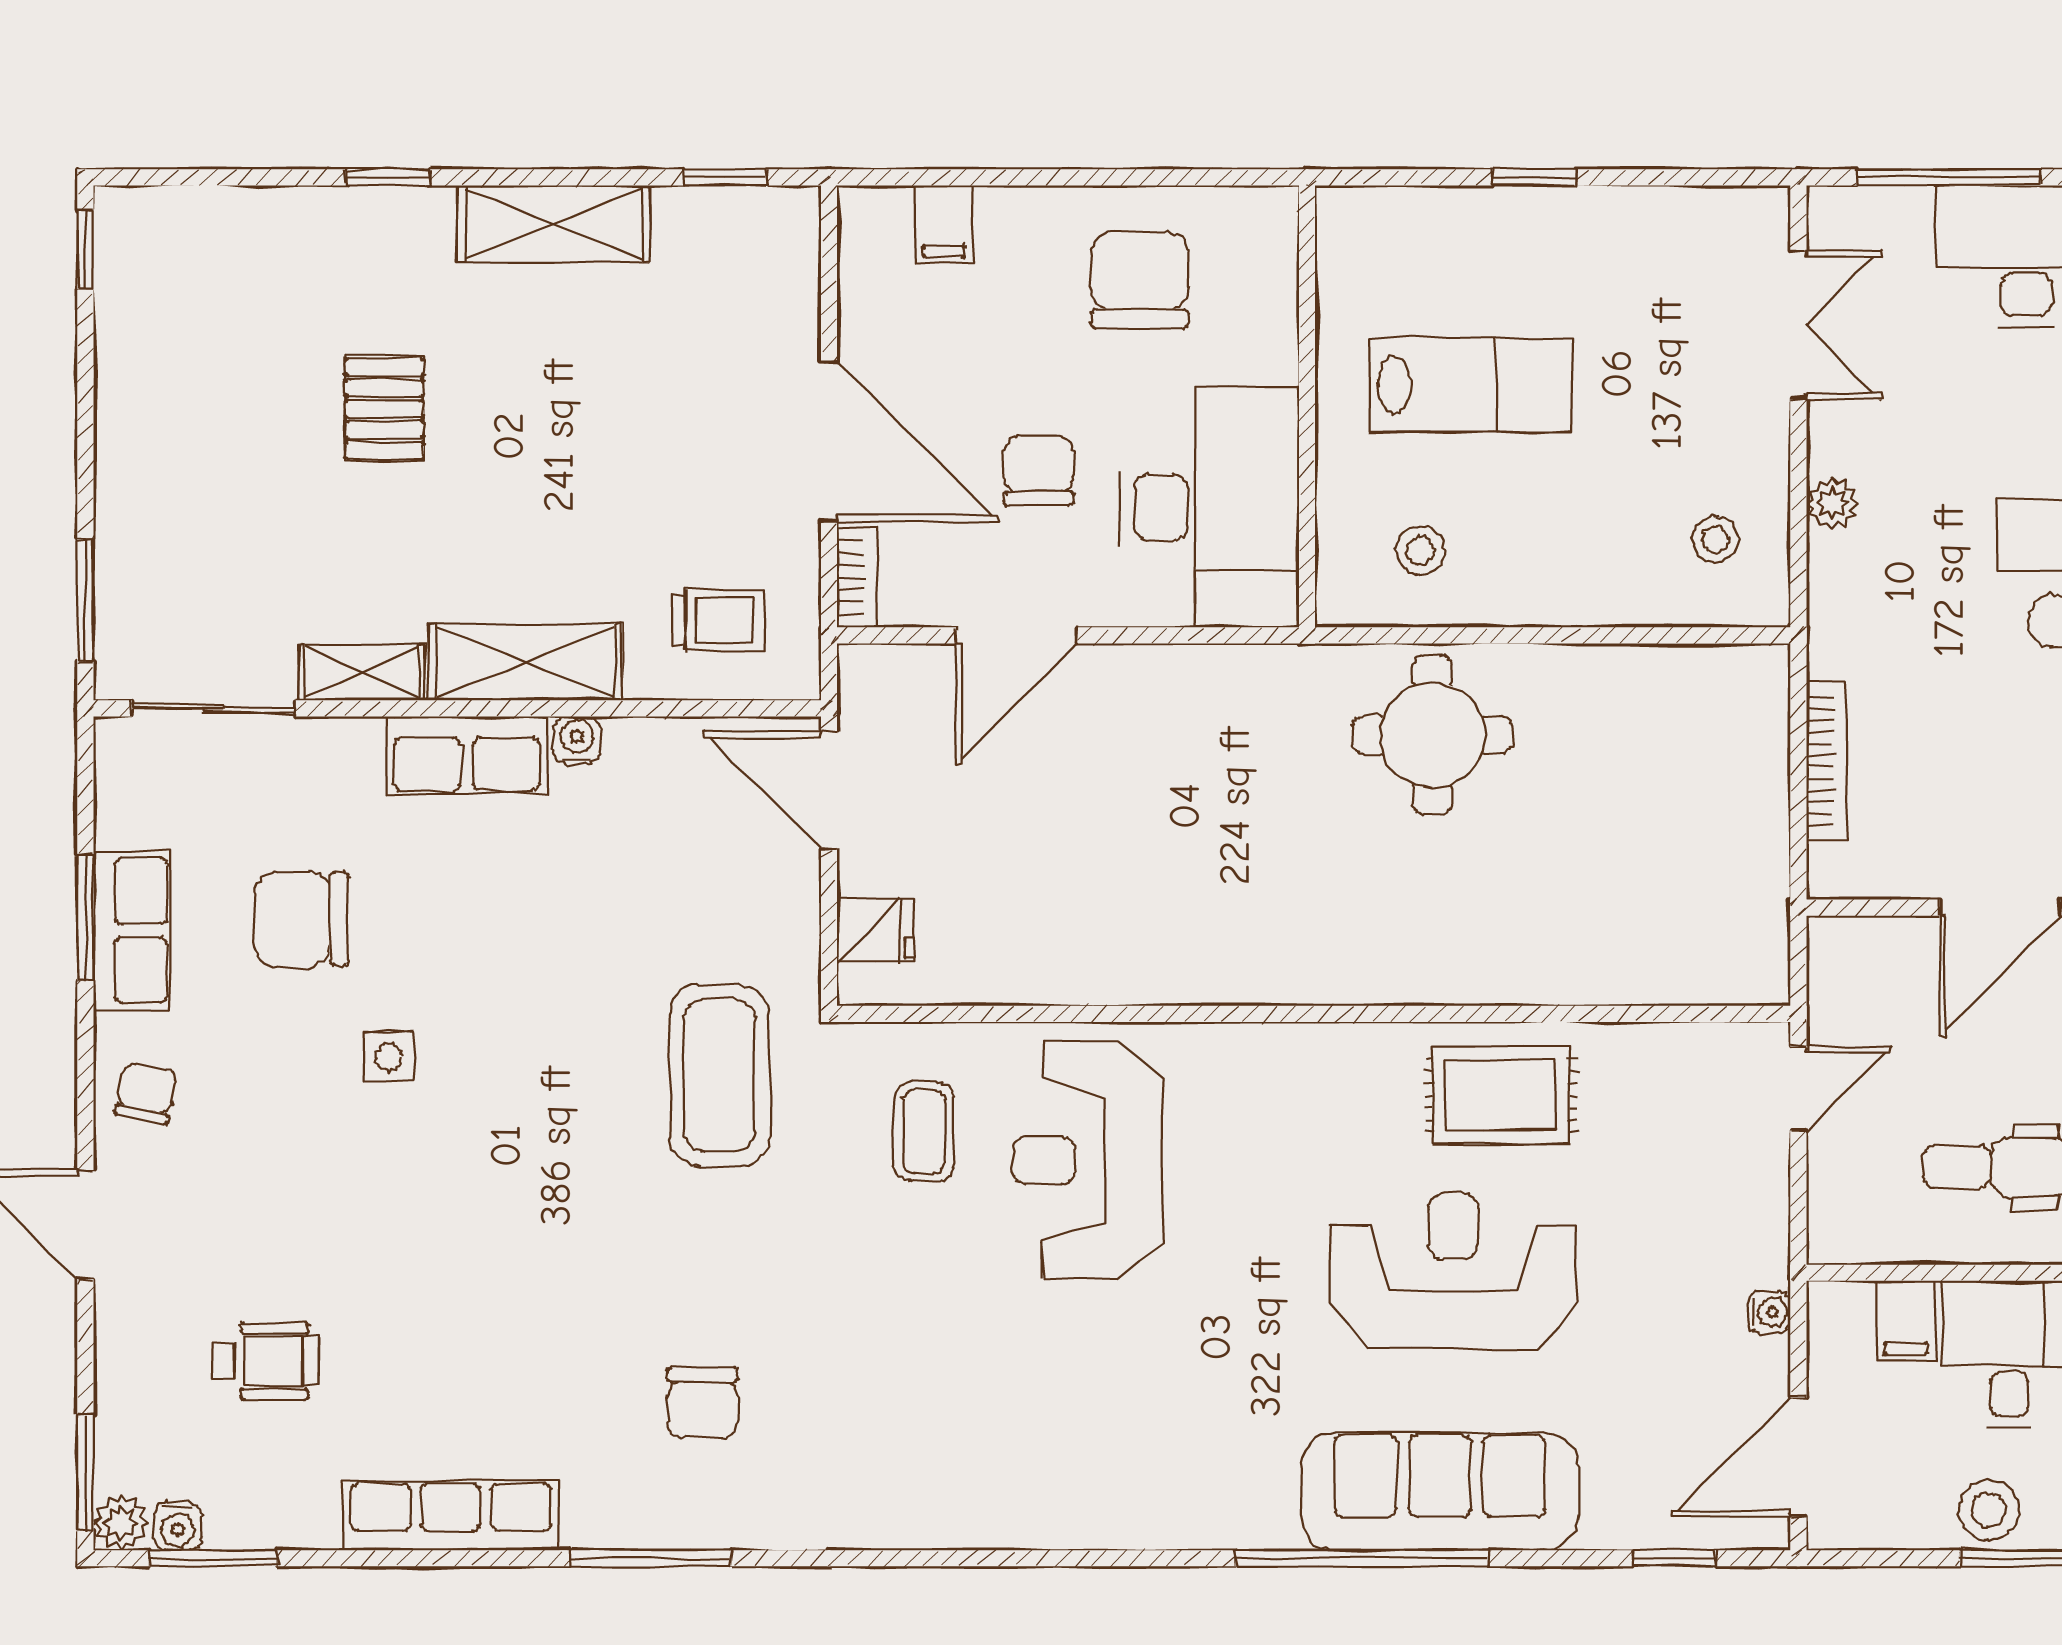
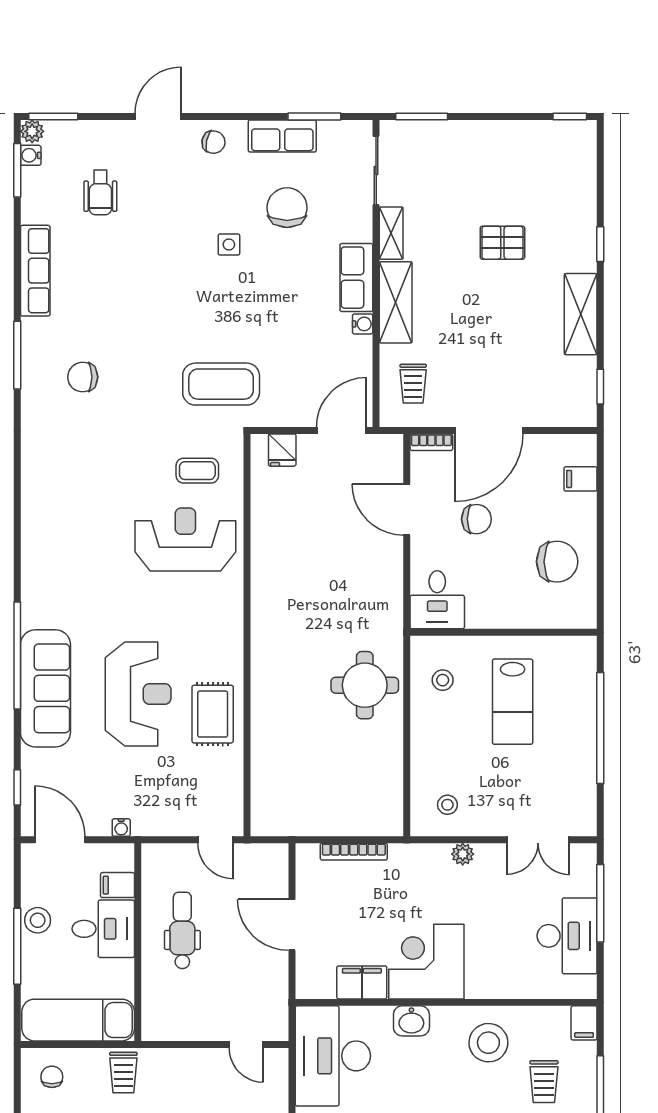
window: (1534, 177) -> (600, 728), width x3.17
desk: (1209, 508) -> (437, 600), width x0.53, depth x0.77
window: (85, 917) -> (314, 116), moved

